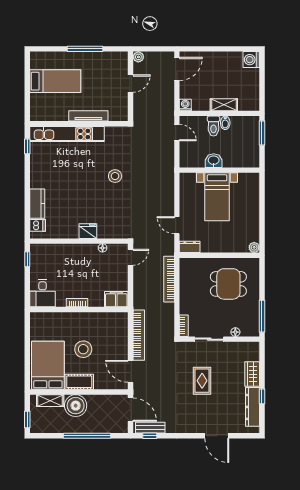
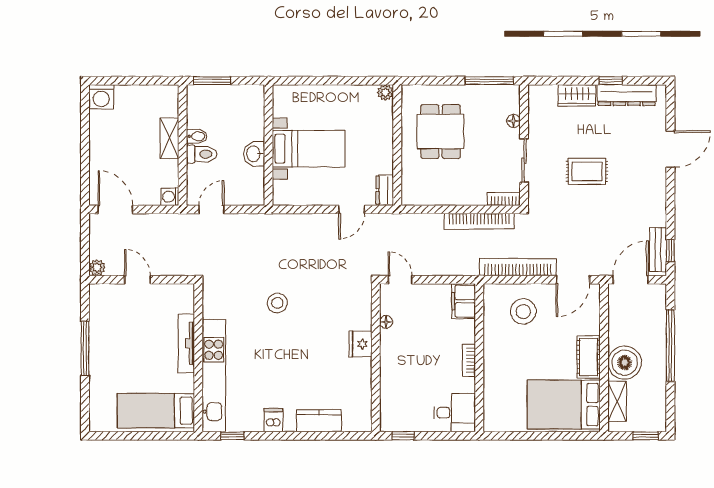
bed: (55, 81) -> (156, 411), moved, turned -90
dishwasher: (38, 225) -> (273, 420), moved
bookcase: (169, 279) -> (479, 221), moved
stool: (83, 349) -> (523, 312), moved

